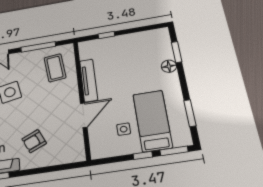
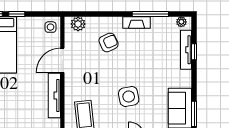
side table: (124, 129) -> (50, 27), moved
plant: (70, 155) -> (78, 24), added

